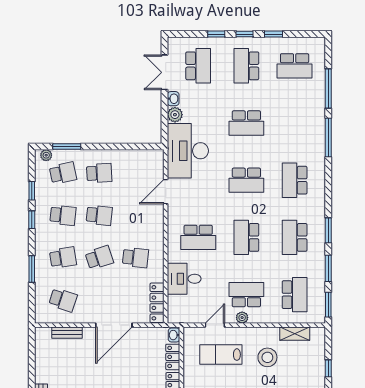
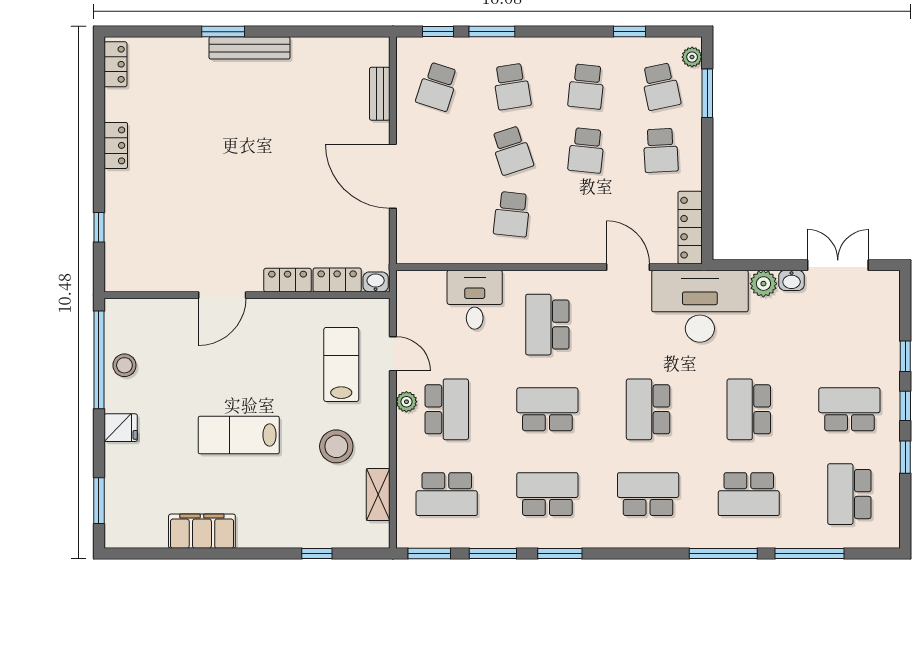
school desk: (198, 66) -> (749, 494), moved
window: (32, 220) -> (438, 32), moved
locker: (157, 303) -> (690, 228), moved, turned -90

